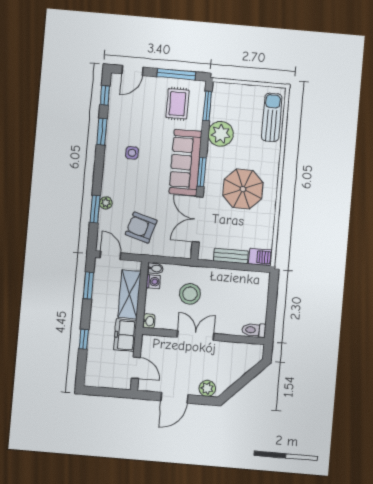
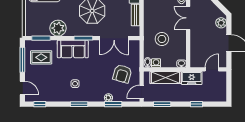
window: (102, 132) -> (79, 104), moved
sofa: (185, 163) -> (73, 49), width x0.73
double door: (196, 335) -> (188, 18), moved

